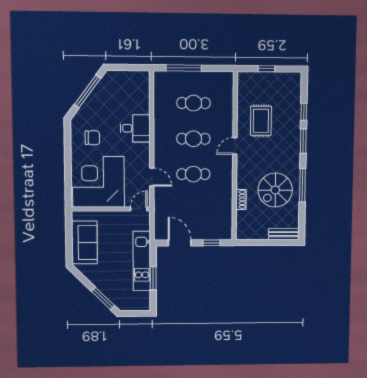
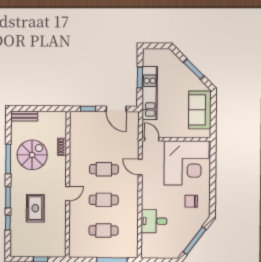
rug: (261, 121) -> (35, 208), moved
desk: (135, 128) -> (154, 221), moved
door: (139, 209) -> (152, 139), swing flipped
window: (103, 298) -> (194, 69), moved

